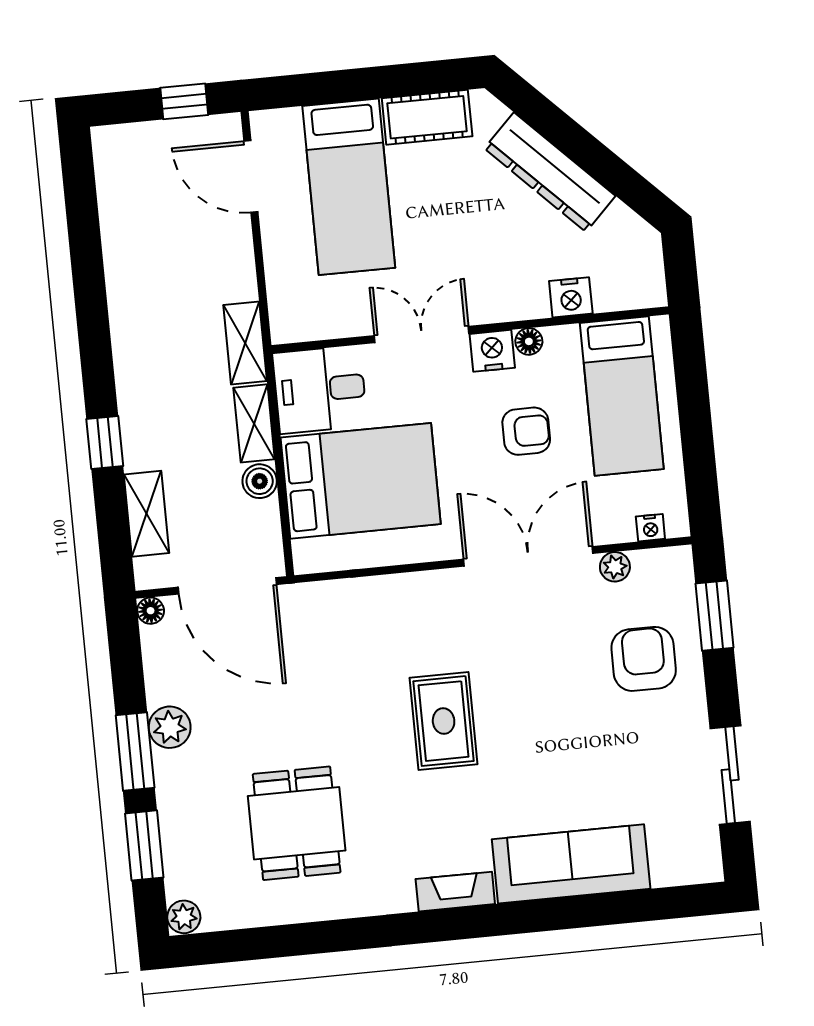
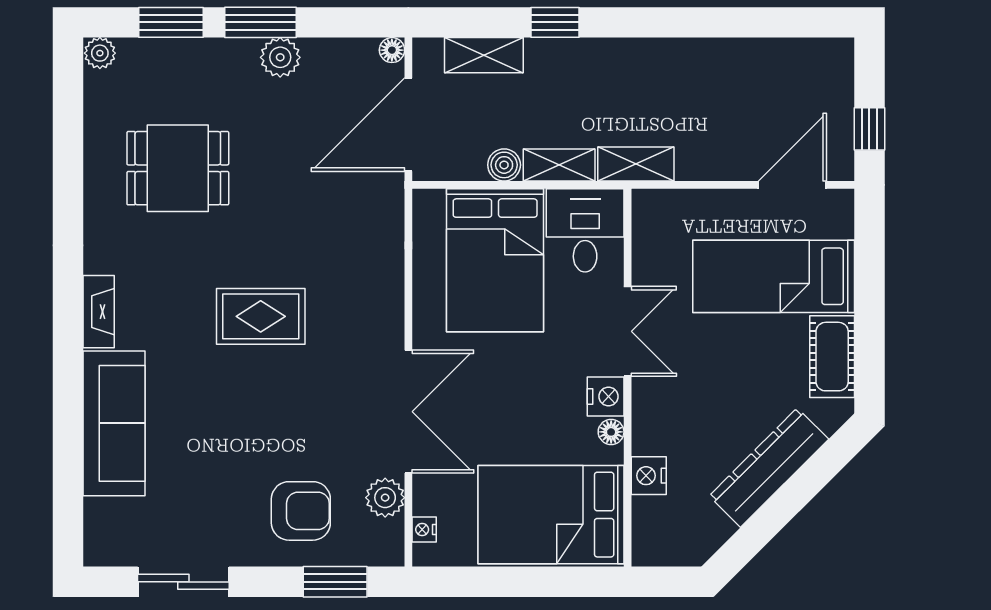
bed: (622, 396) -> (551, 515), width x1.50
armchair: (526, 431) -> (527, 421), removed
plant: (615, 567) -> (385, 498), width x1.38, depth x1.38

